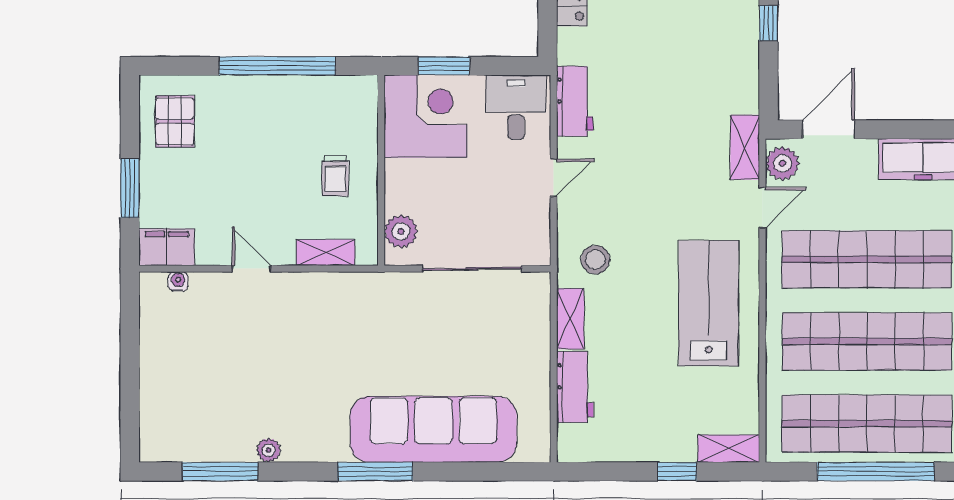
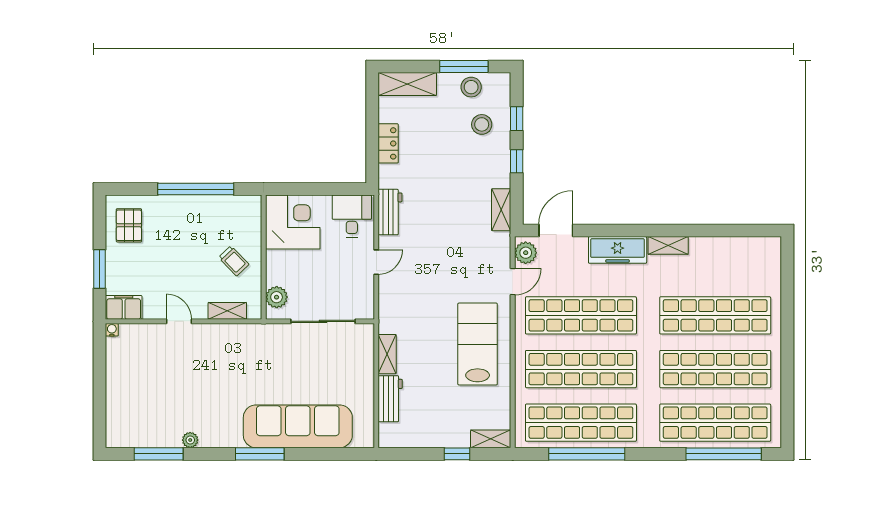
window: (444, 66) -> (305, 189), removed
shelving: (745, 147) -> (501, 210), moved
trolley: (335, 176) -> (234, 261), turned -44
stool: (595, 260) -> (404, 316), removed
water cooler: (178, 281) -> (112, 330), moved

